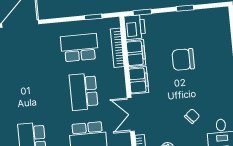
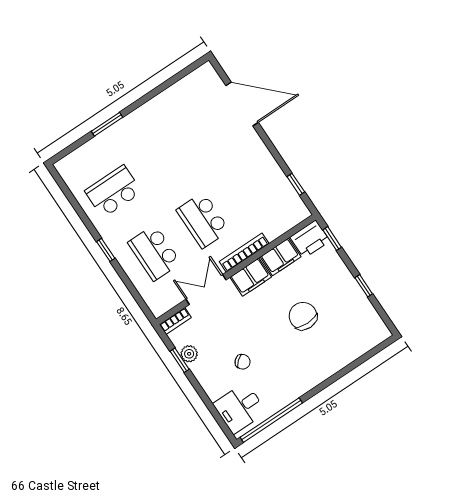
school desk: (79, 48) -> (251, 188), removed
bookcase: (117, 48) -> (244, 253), moved
school desk: (84, 92) -> (203, 220), turned -90

